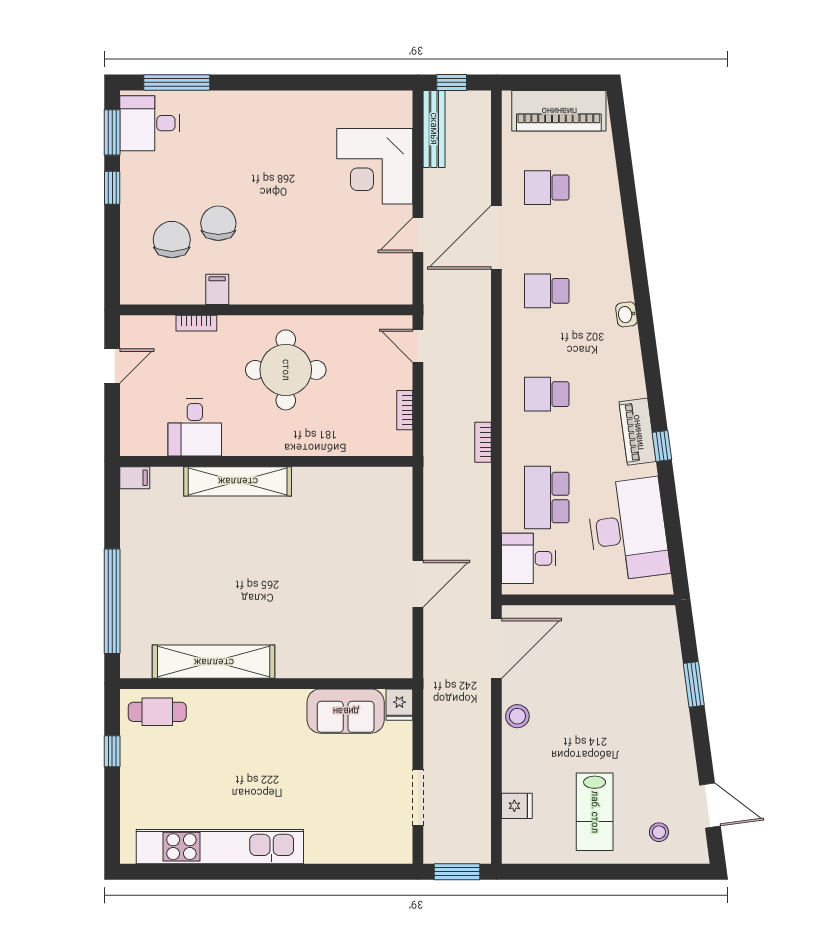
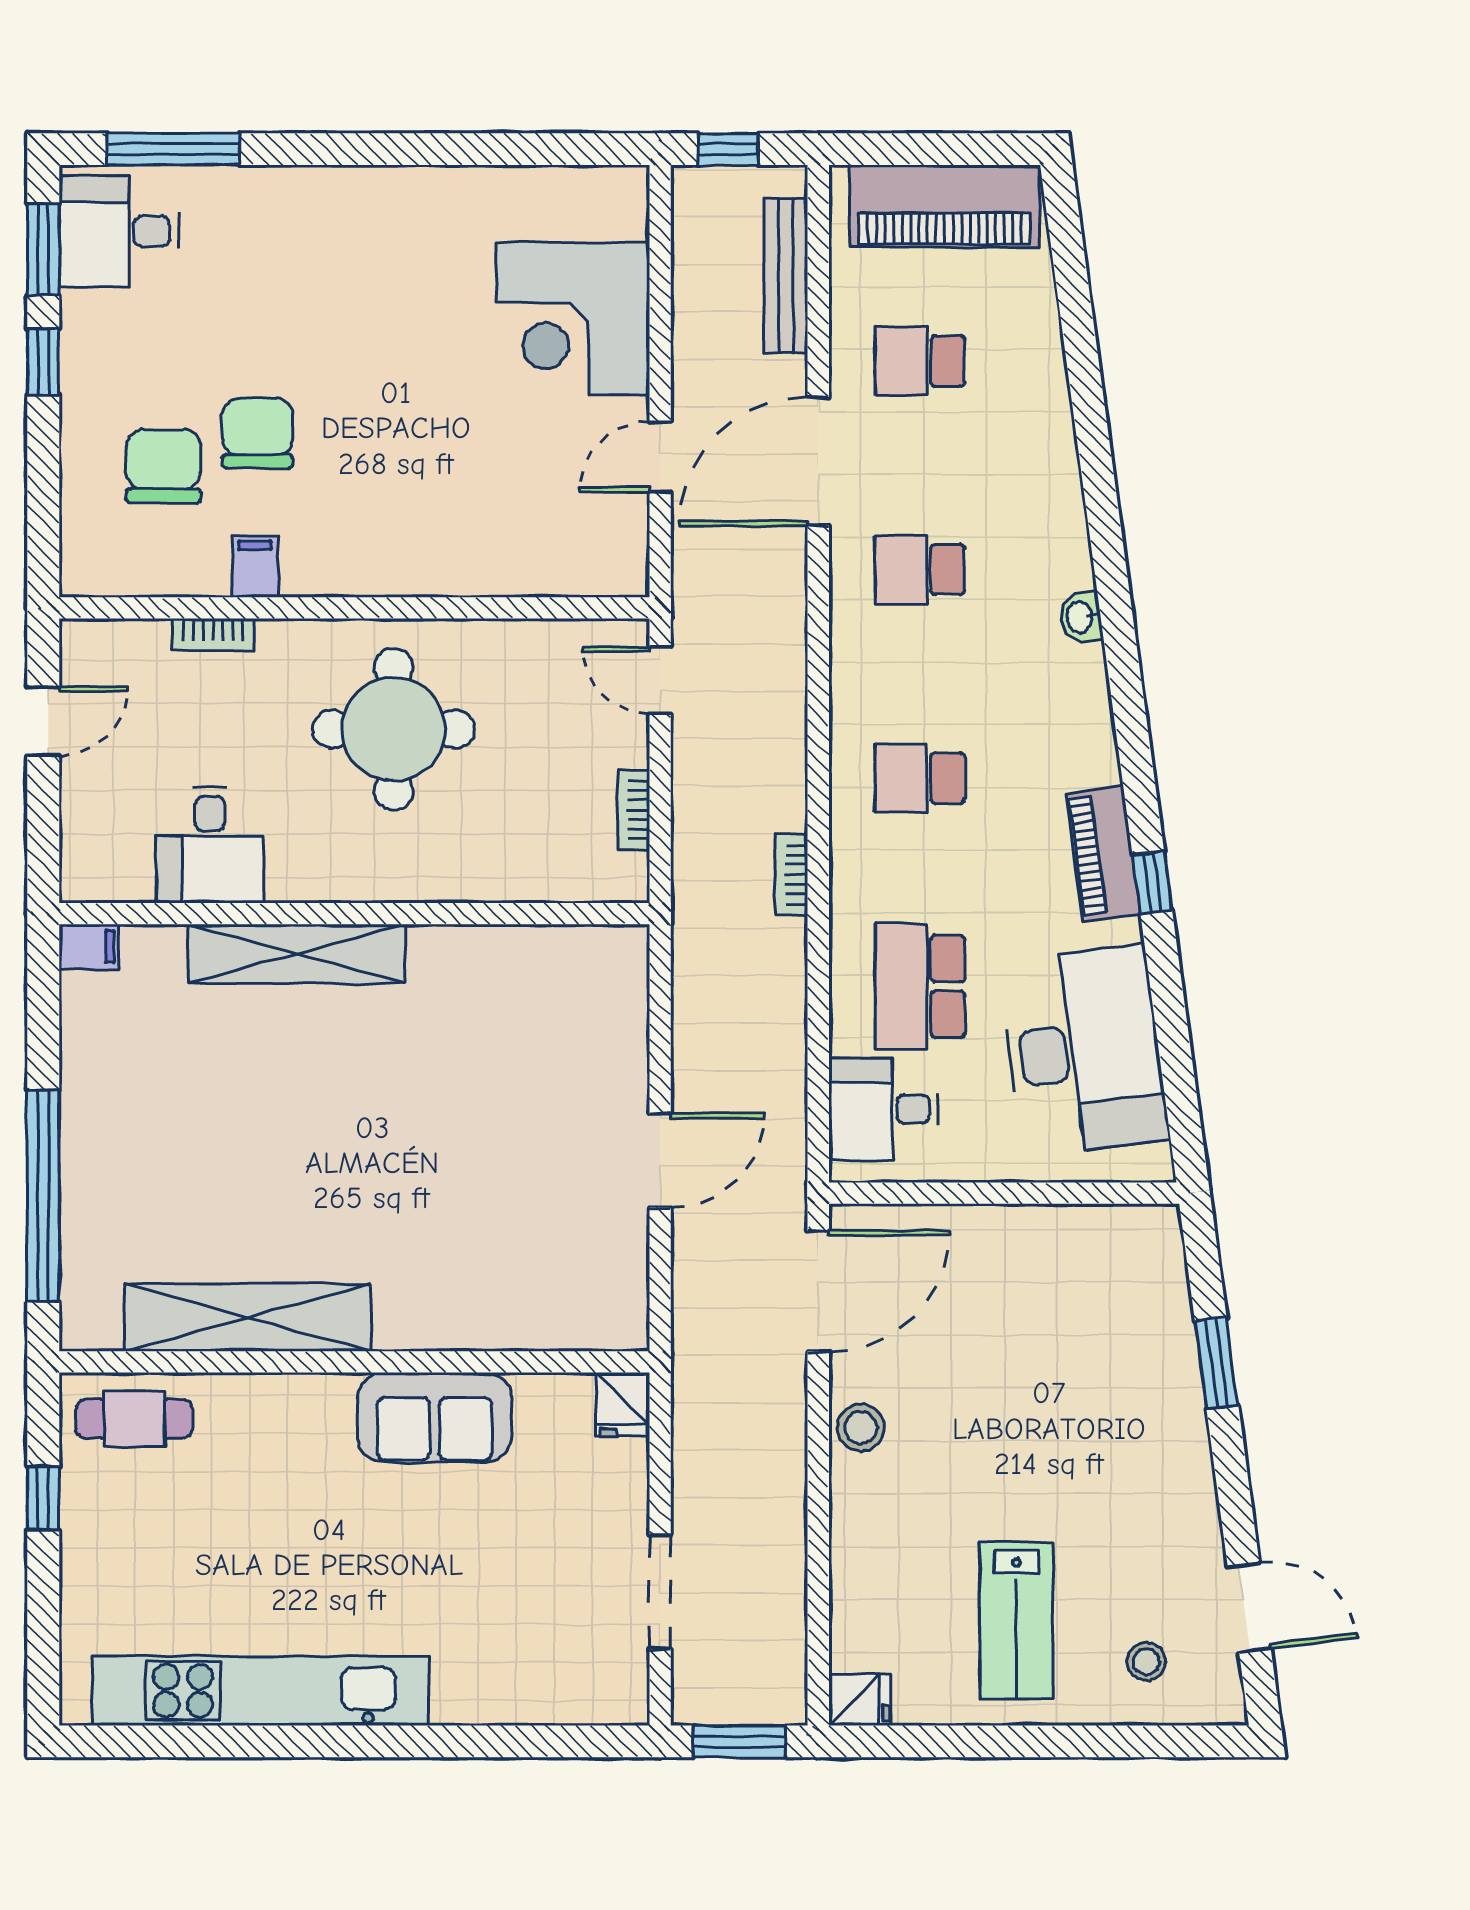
bench: (434, 129) -> (786, 276), moved
sofa: (346, 711) -> (435, 1417), moved
fridge: (517, 806) -> (859, 1700), moved

